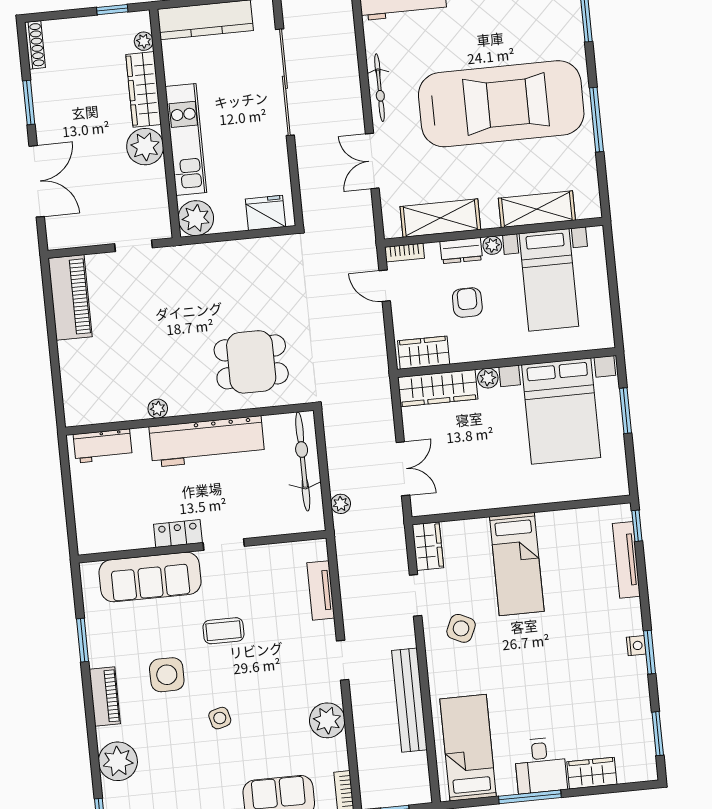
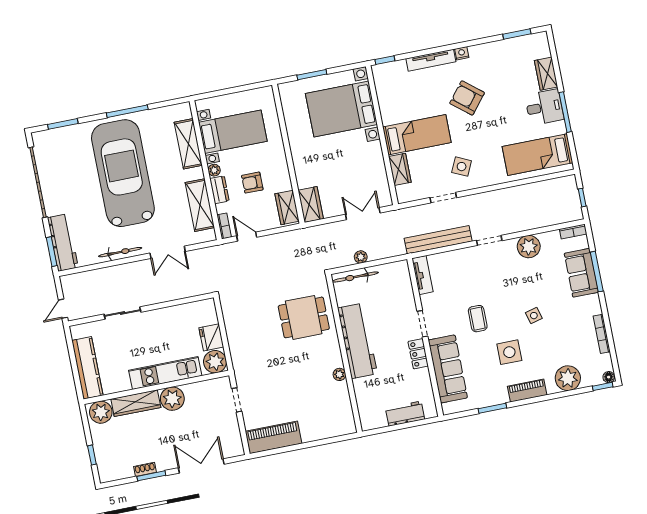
window: (112, 10) -> (92, 455), moved
plant: (144, 41) -> (101, 412), width x1.88, depth x1.88
shoe rack: (35, 45) -> (145, 469), moved, width x0.70
sliding door: (285, 82) -> (122, 313), width x0.54
fridge: (266, 213) -> (211, 337), moved
door: (385, 286) -> (247, 237), swing flipped
dining table: (251, 362) -> (304, 317), turned 90
plant: (488, 378) -> (300, 165), removed
wardrobe: (438, 388) -> (311, 204), width x0.67
bed with nightstands: (561, 411) -> (341, 109), moved, turned 180
workbench: (103, 446) -> (405, 414), moved, turned -90
bicycle: (303, 461) -> (355, 277), width x0.73, depth x0.71
plant: (341, 504) -> (361, 257), moved
wardrobe: (428, 546) -> (400, 169), moved, turned 90
tv unit: (626, 560) -> (431, 60), moved
tv unit: (321, 590) -> (422, 275), moved, turned -90
armchair: (566, 647) -> (467, 98), added
window: (650, 652) -> (465, 44), removed
bench: (409, 700) -> (438, 240), moved

